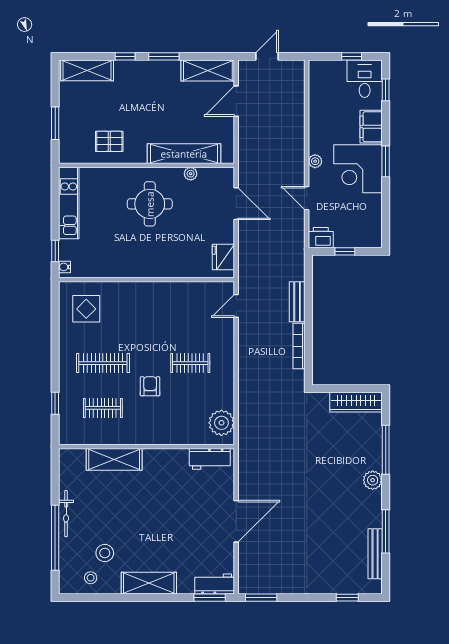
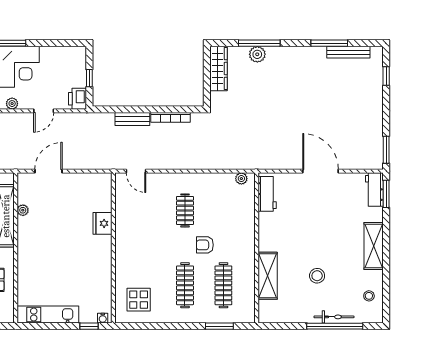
round table: (150, 204) -> (49, 245), removed
fridge: (223, 257) -> (102, 223), moved, turned 90
window: (55, 403) -> (219, 326), width x1.50
clothes rail: (103, 408) -> (223, 285), width x1.36
plant: (221, 423) -> (241, 179), width x0.53, depth x0.53
plant: (373, 480) -> (257, 54), moved
bicycle: (66, 514) -> (334, 317), moved
stool: (105, 553) -> (317, 276), moved

